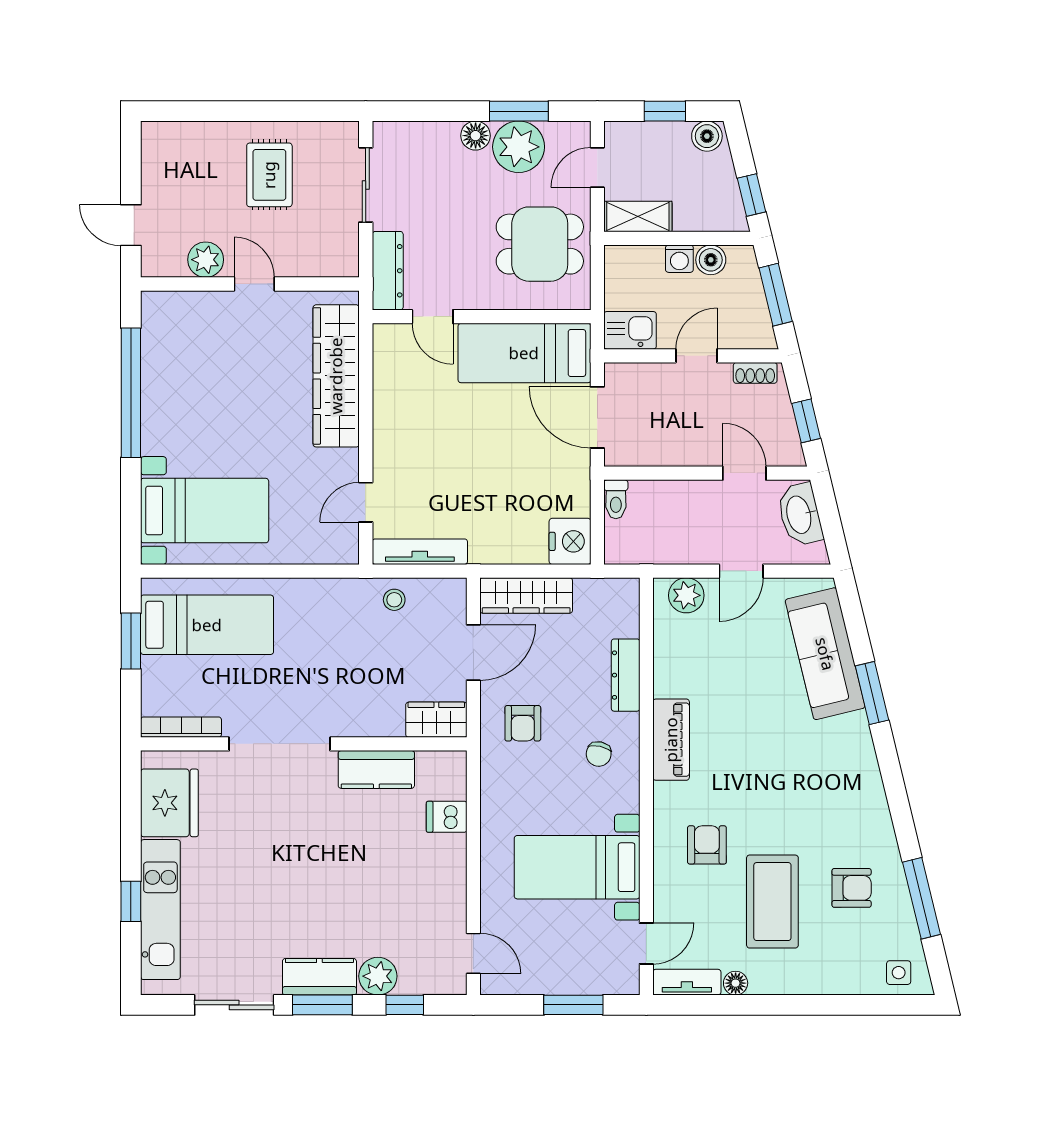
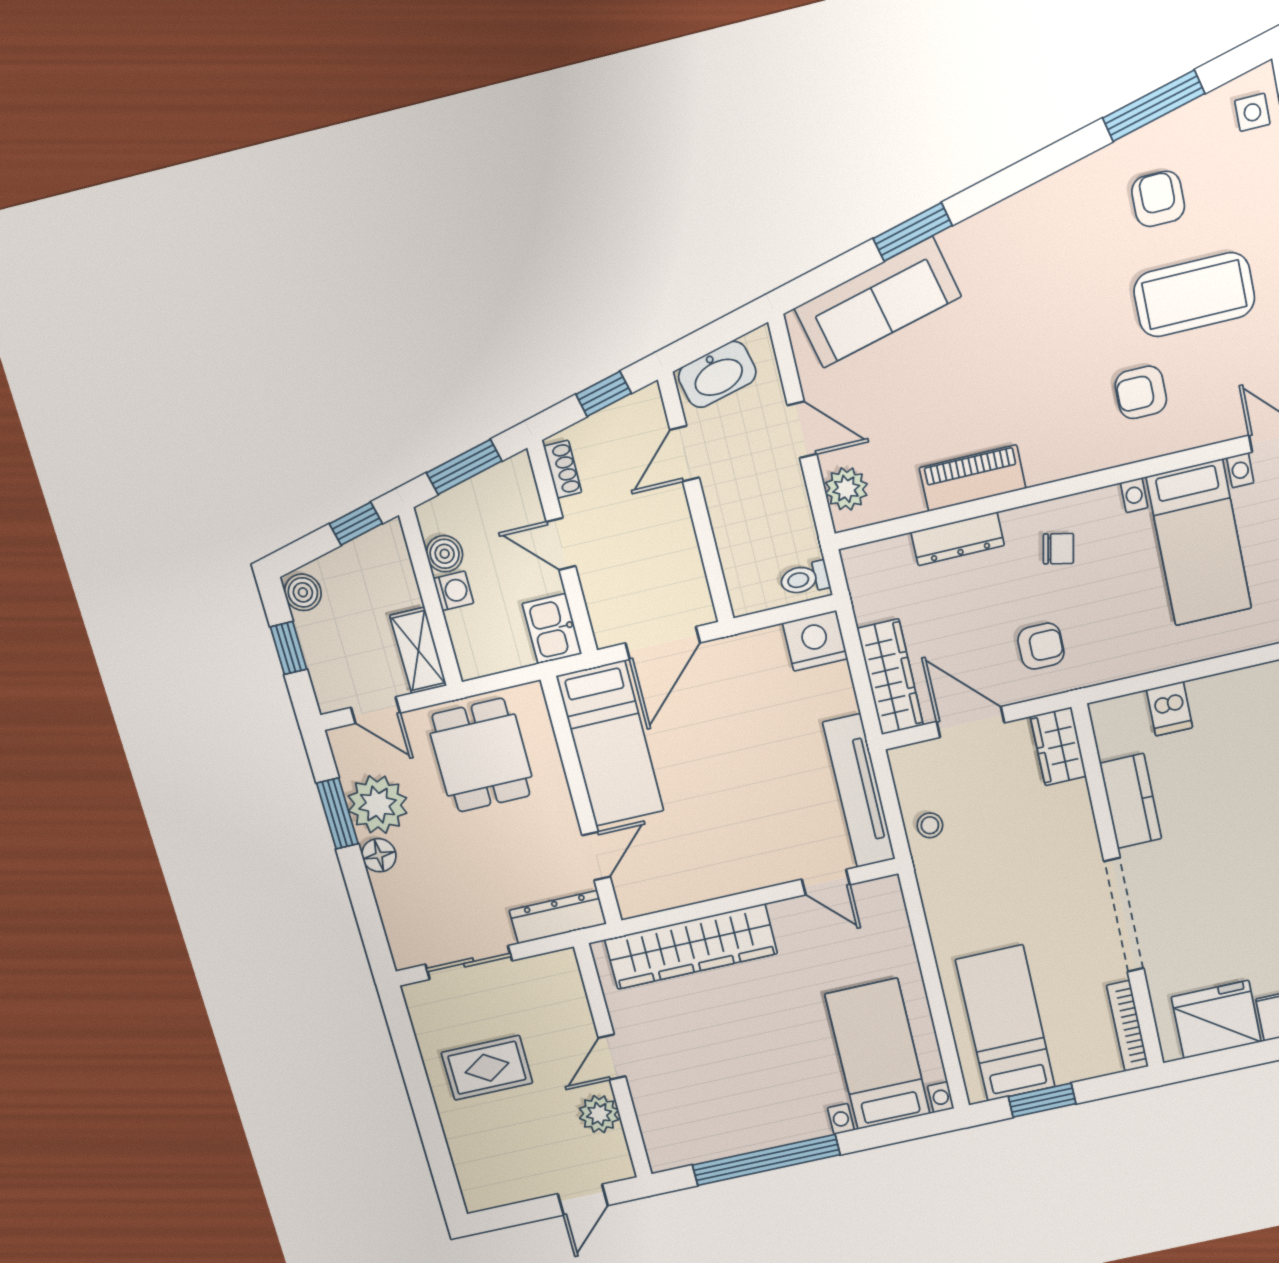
toilet: (616, 499) -> (805, 579), moved, turned 180
tv unit: (420, 552) -> (859, 791), width x1.36, depth x1.29
piano: (671, 740) -> (973, 478), moved

